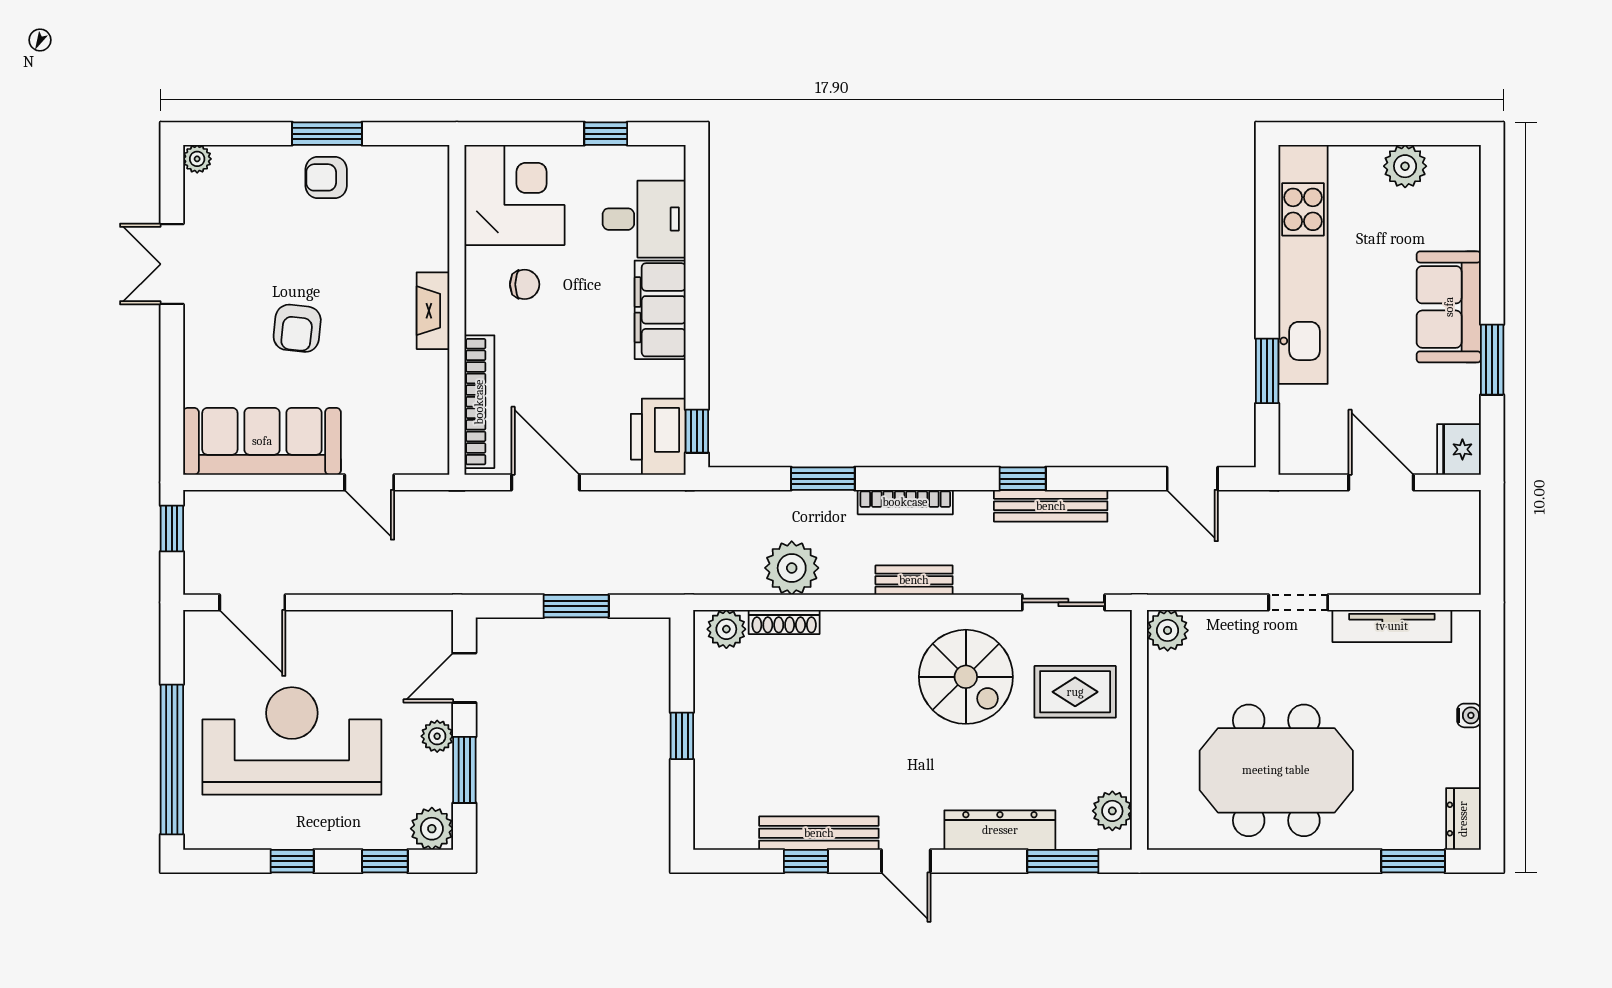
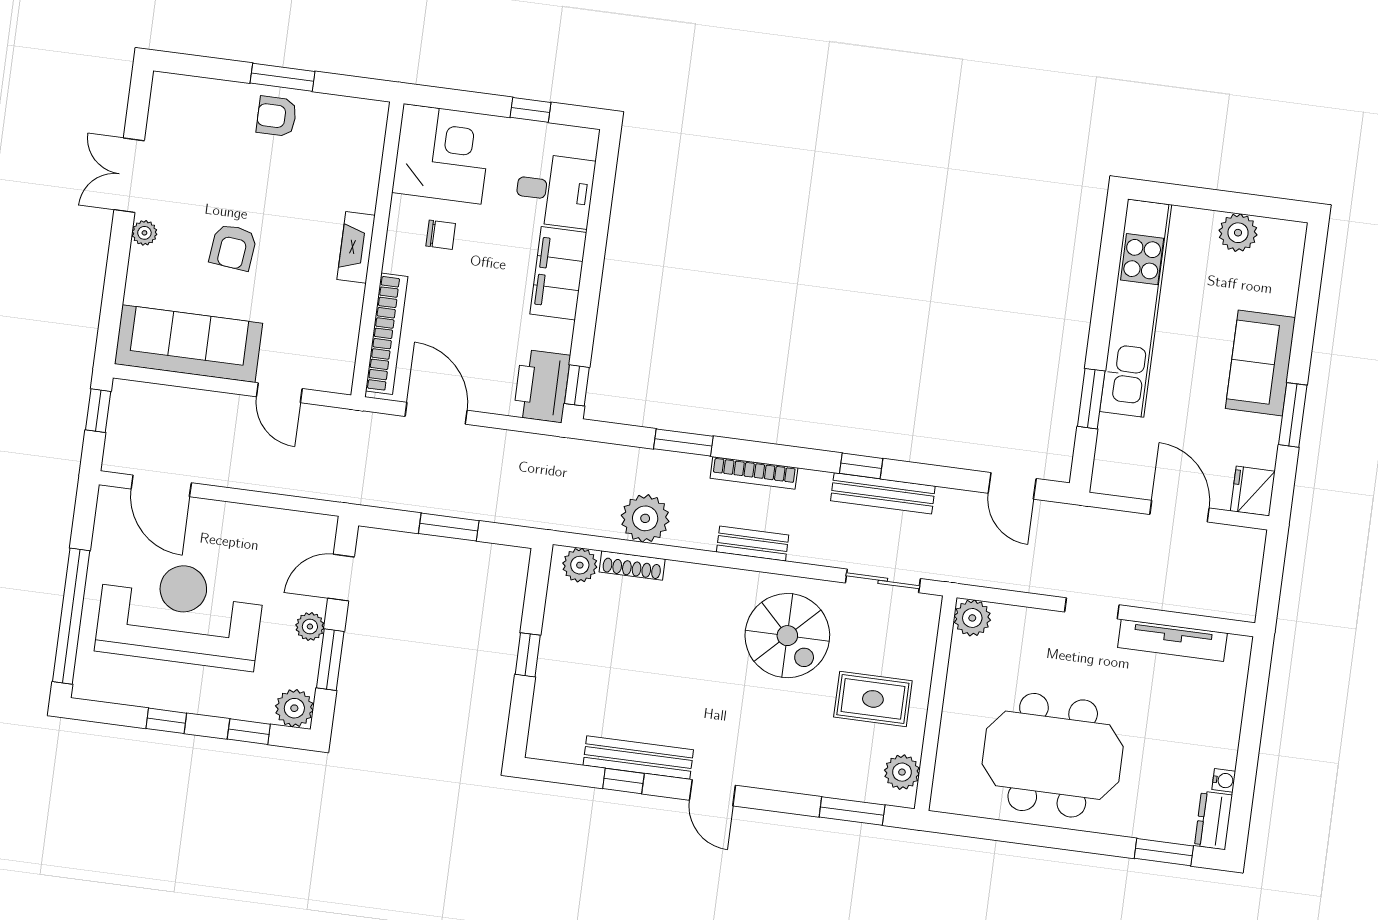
plant: (197, 159) -> (144, 233), moved
rug: (1075, 692) -> (873, 699), moved
water cooler: (1469, 715) -> (1224, 780), moved
dresser: (1000, 830) -> (800, 776), removed

